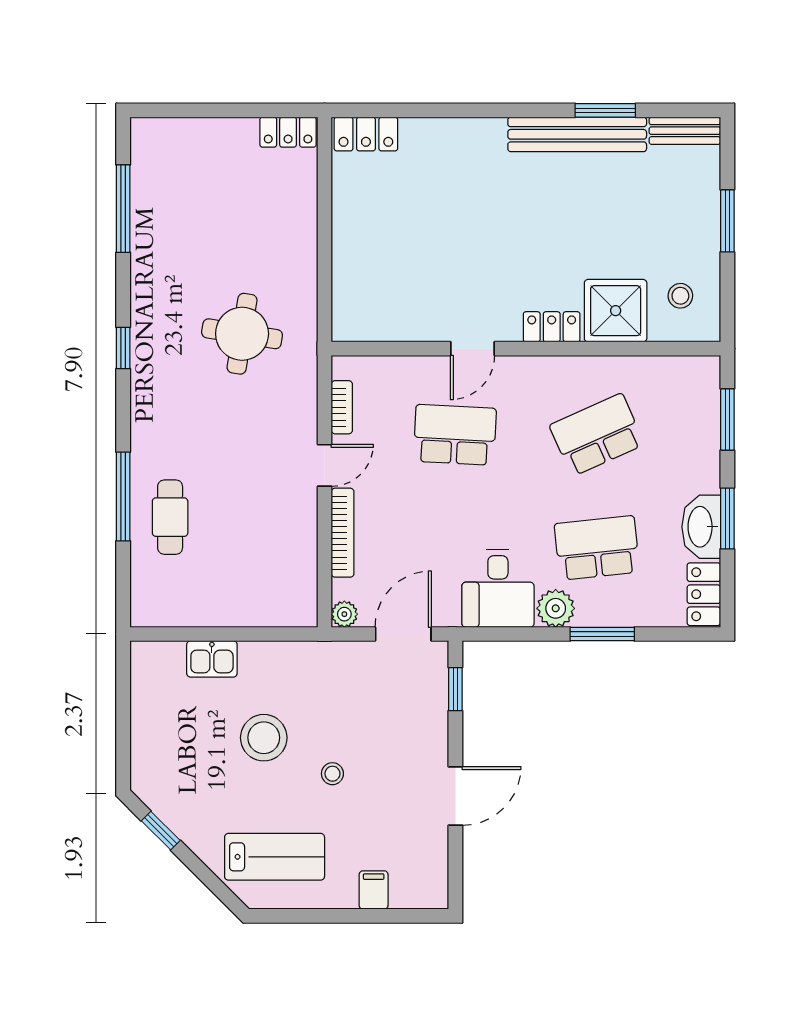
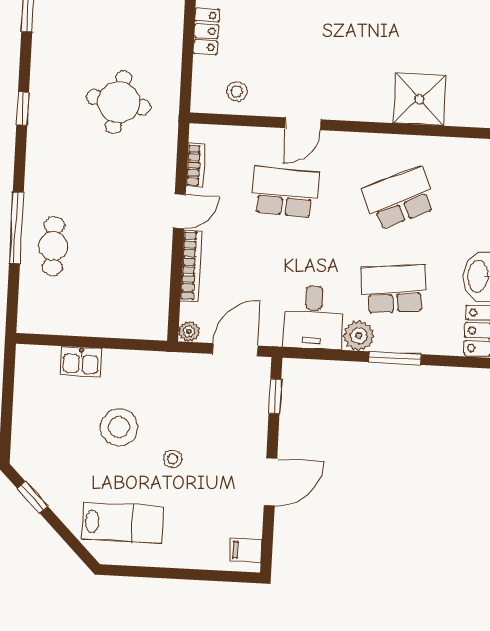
stool: (680, 296) -> (237, 91), moved
locker: (552, 327) -> (206, 31), moved, turned 90
filing cabinet: (374, 890) -> (246, 550), moved, turned -90

